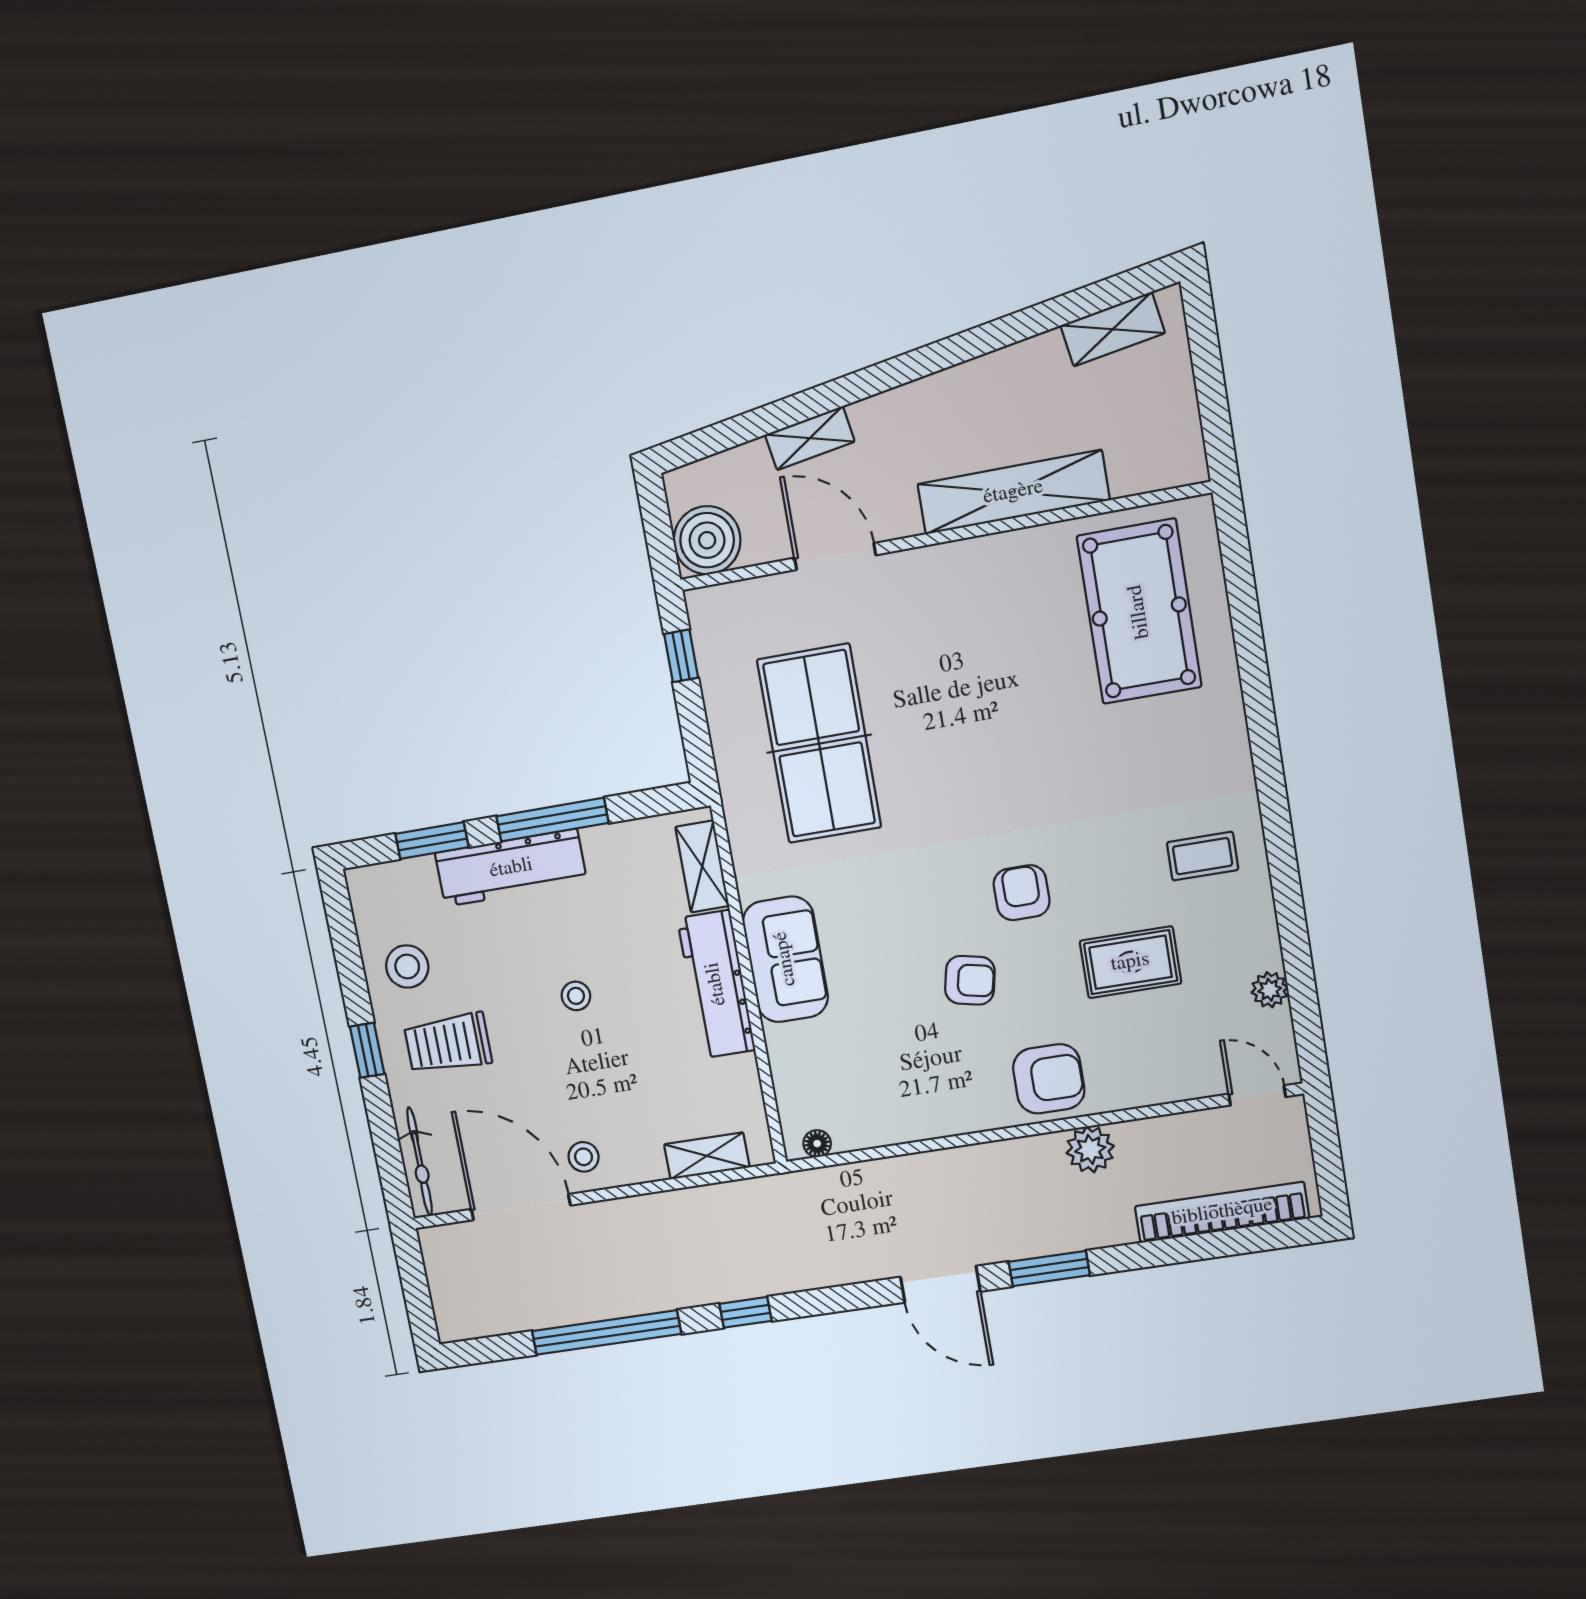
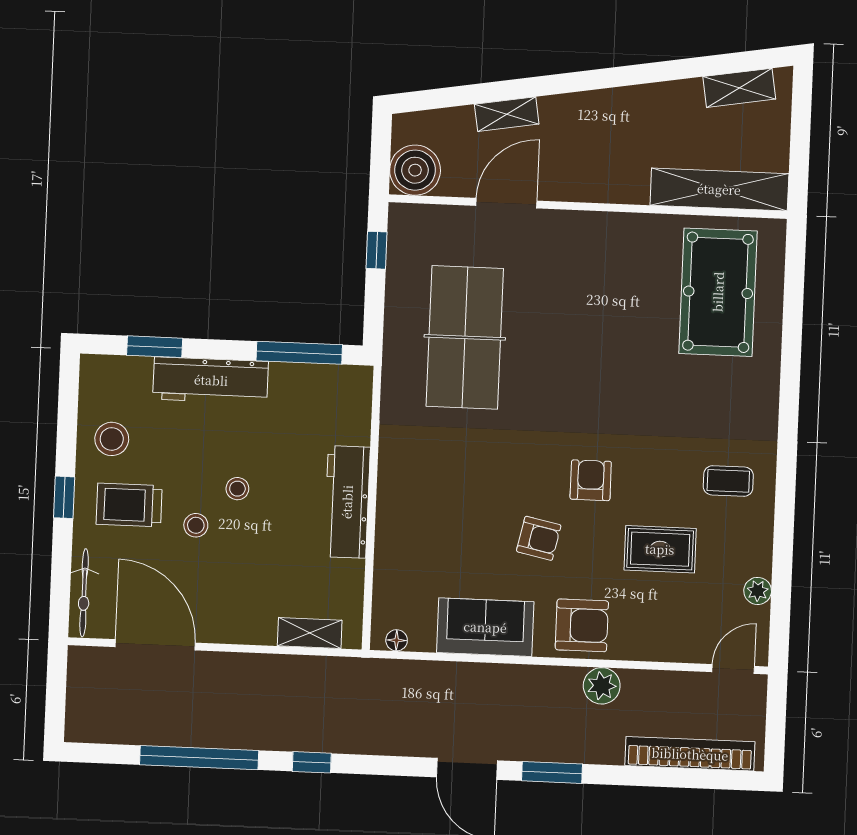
shelving: (1013, 492) -> (719, 189), moved
door: (835, 557) -> (506, 203), hinge flipped
window: (552, 820) -> (299, 353), moved
shelving: (702, 866) -> (357, 410), removed
sofa: (785, 959) -> (485, 627), moved, turned -90
door: (1257, 1095) -> (733, 669), hinge flipped
stool: (584, 1157) -> (196, 525), moved

